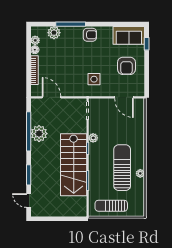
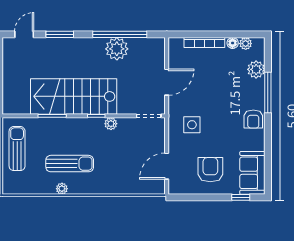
armchair: (126, 66) -> (210, 170), turned 90
door: (52, 97) -> (167, 82), moved
sun lounger: (122, 168) -> (70, 164), width x0.73, depth x0.75

